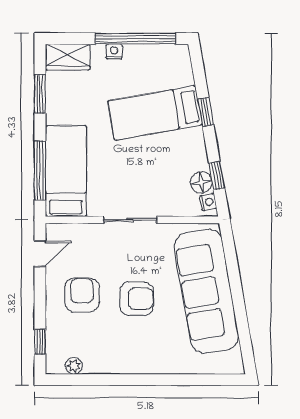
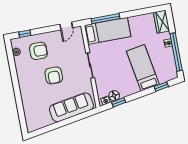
window: (40, 94) -> (142, 12), removed
window: (206, 112) -> (161, 87), moved
door: (40, 254) -> (66, 26), hinge flipped
sofa: (206, 291) -> (71, 107), width x0.74, depth x0.79
armchair: (82, 295) -> (38, 51), moved

